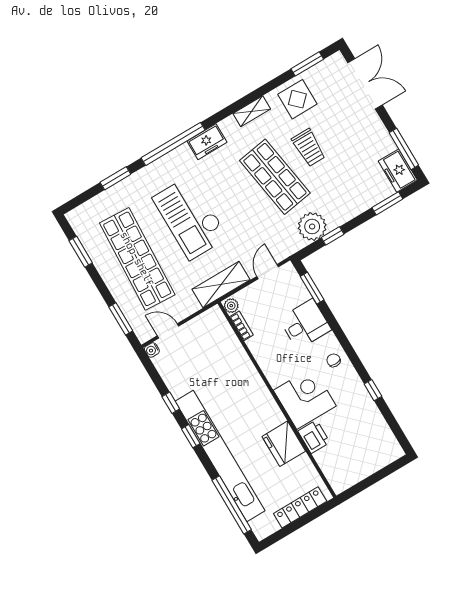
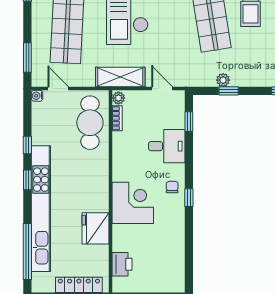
plant: (312, 227) -> (223, 80), width x0.53, depth x0.53
door: (268, 272) -> (162, 88), hinge flipped
window: (312, 288) -> (189, 122), width x0.67
cafe table: (218, 346) -> (90, 123), added
window: (373, 390) -> (189, 198), moved
printer: (314, 437) -> (122, 264), moved

